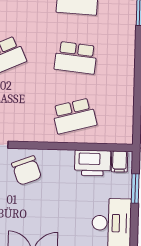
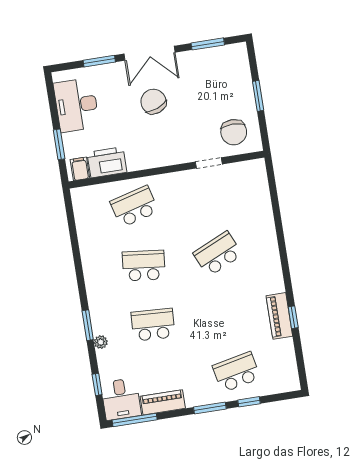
chair: (27, 171) -> (153, 102), moved

